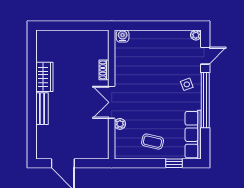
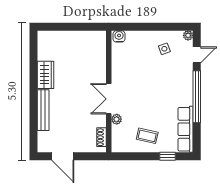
shoe rack: (104, 70) -> (102, 137), moved
side table: (187, 84) -> (164, 49), moved
bench: (42, 109) -> (43, 110), width x1.36

